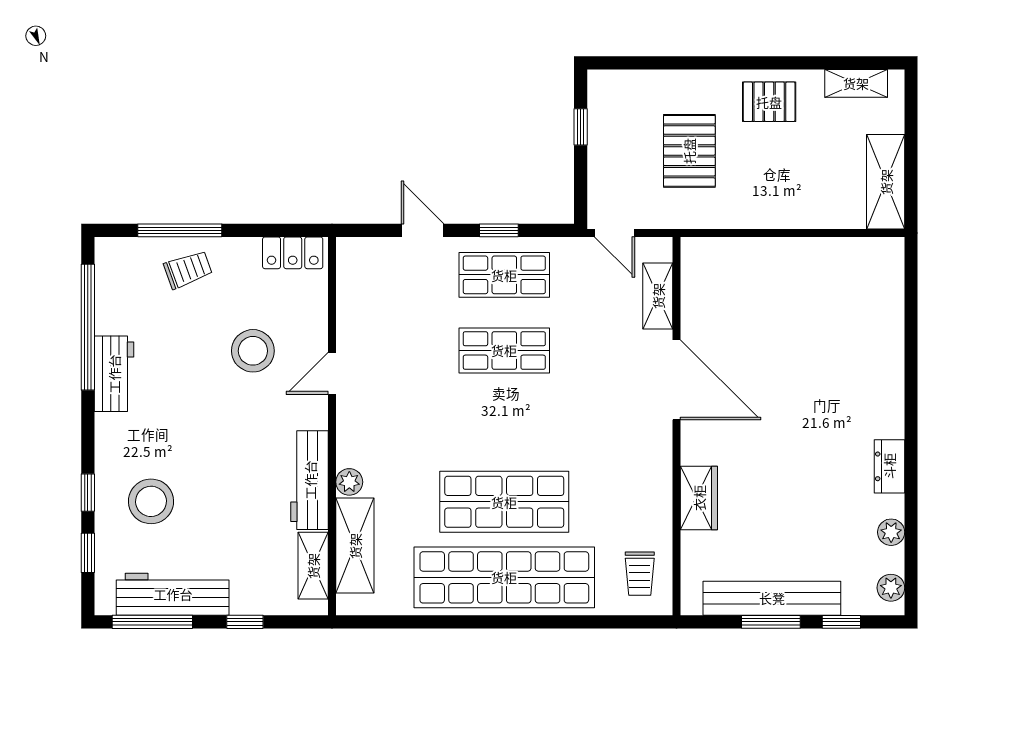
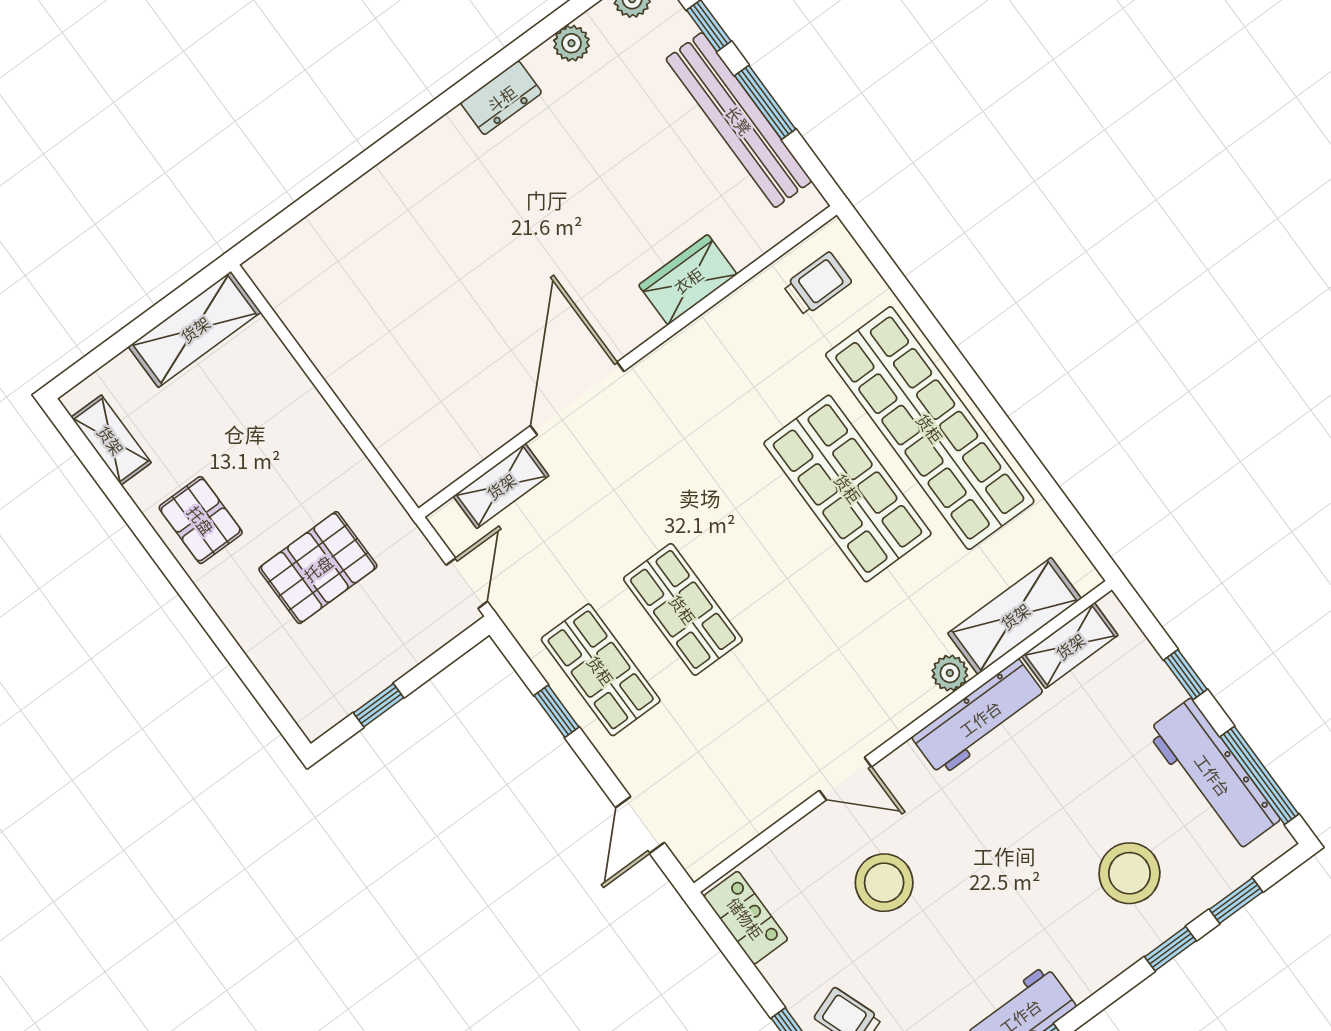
door: (422, 230) -> (640, 825), moved

